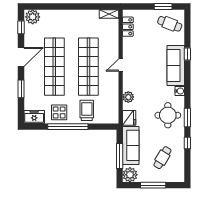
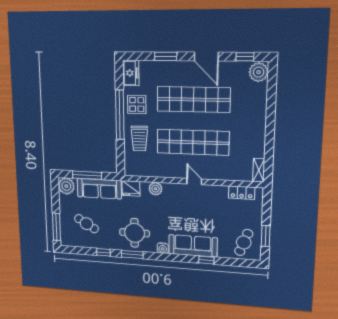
trolley: (87, 110) -> (139, 138), turned 90
window: (153, 185) -> (56, 227), moved

